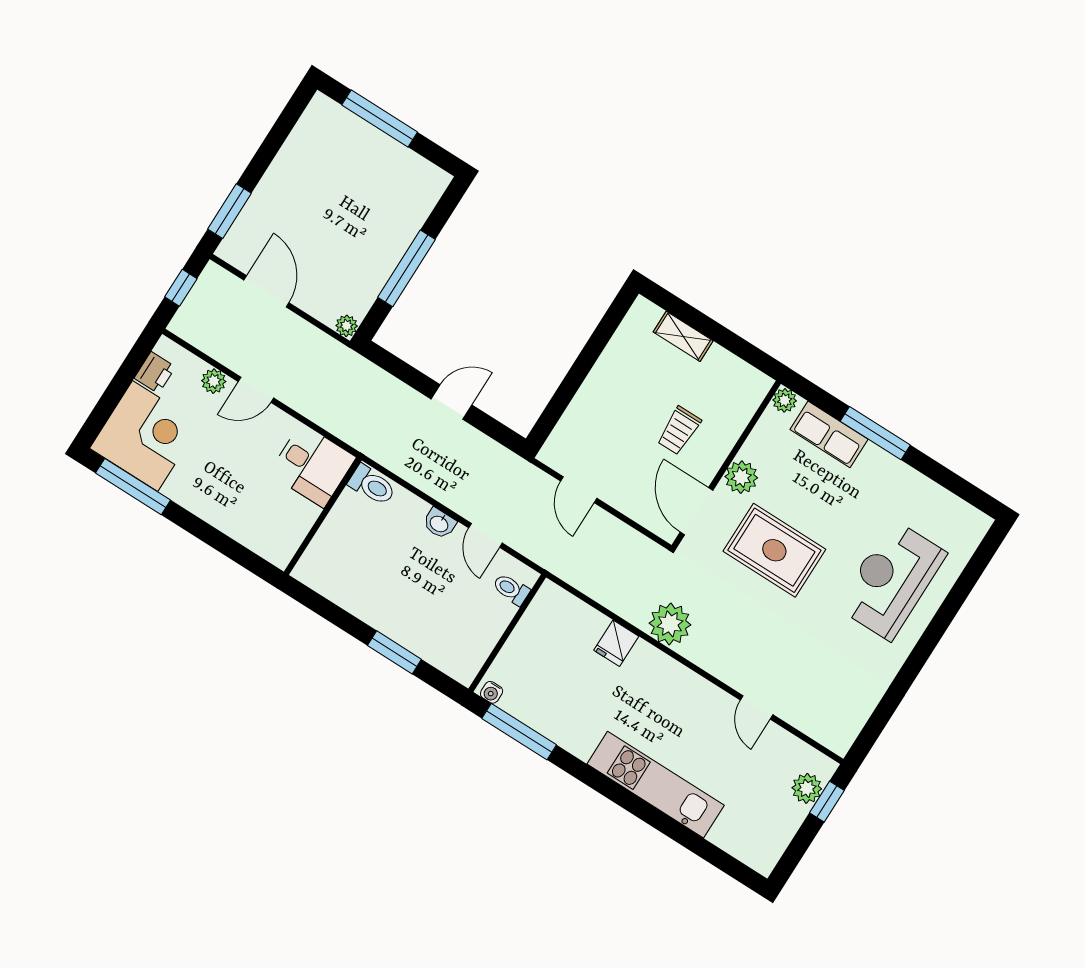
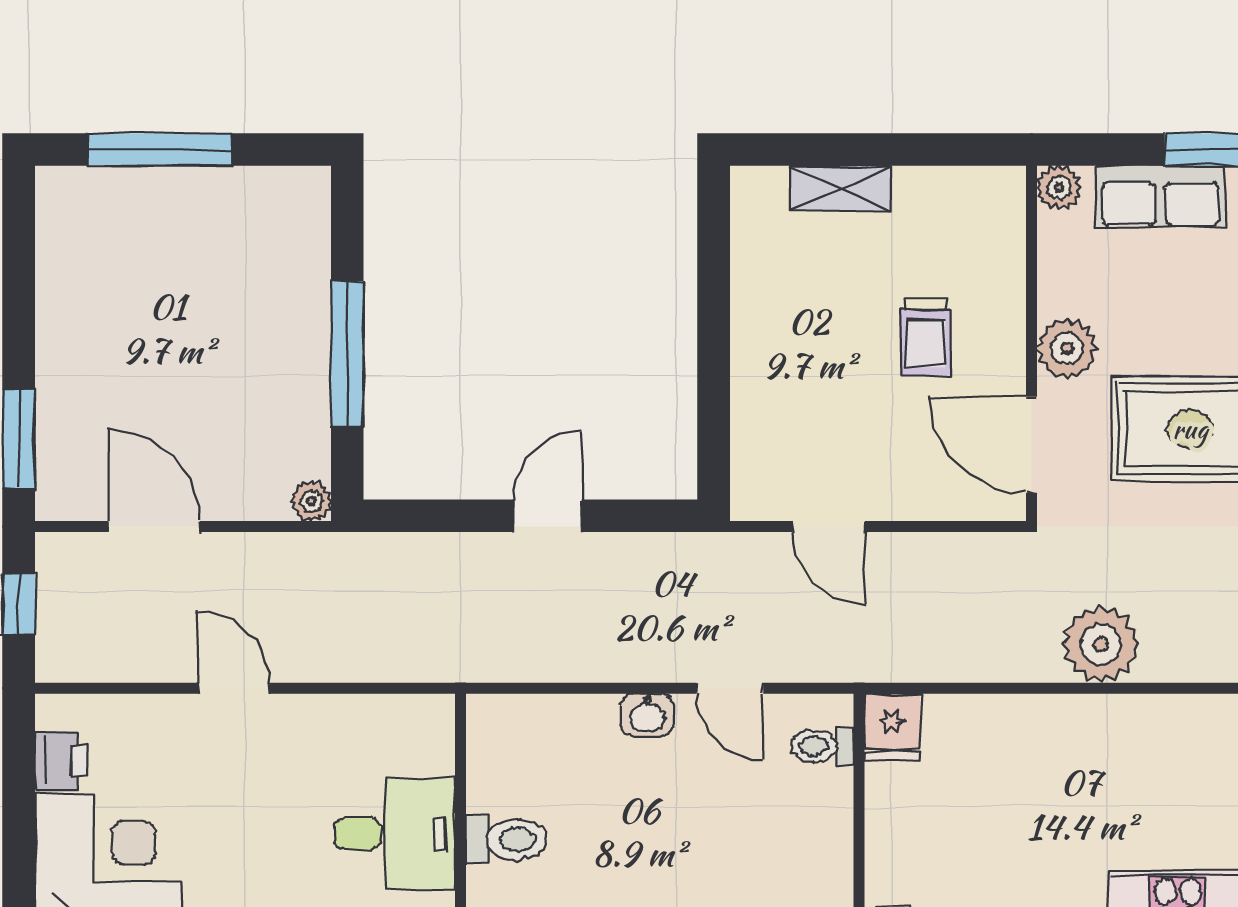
plant: (214, 381) -> (161, 716), removed
door: (256, 390) -> (234, 688), swing flipped
desk: (312, 465) -> (395, 834), moved
toilet: (372, 485) -> (506, 839), moved
fridge: (616, 643) -> (892, 727), moved

